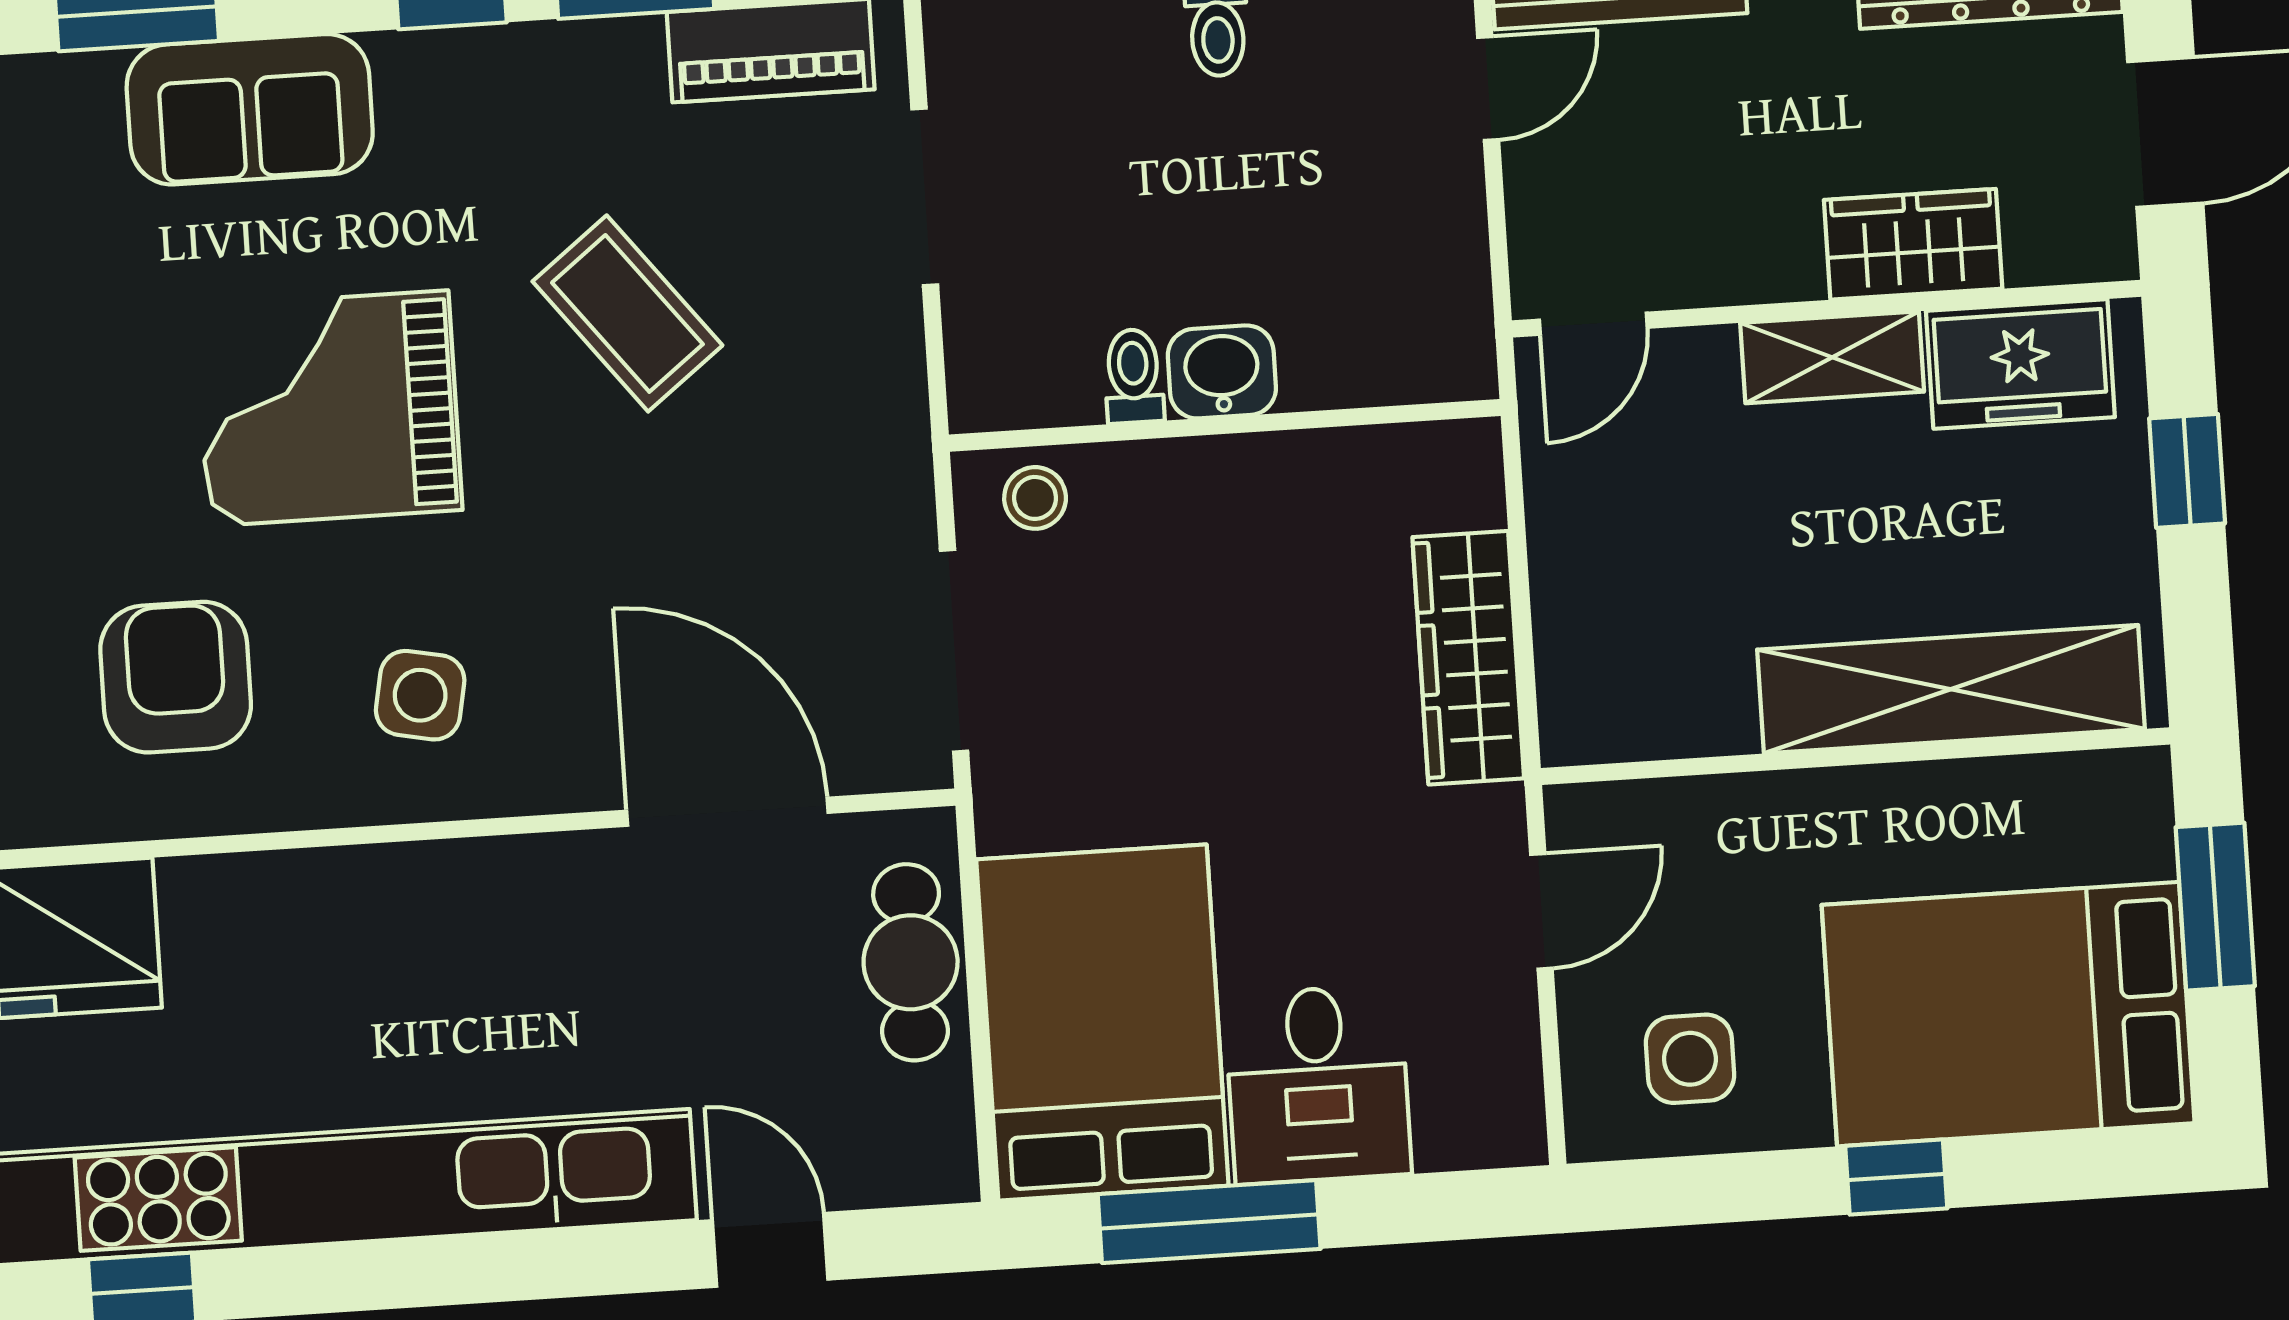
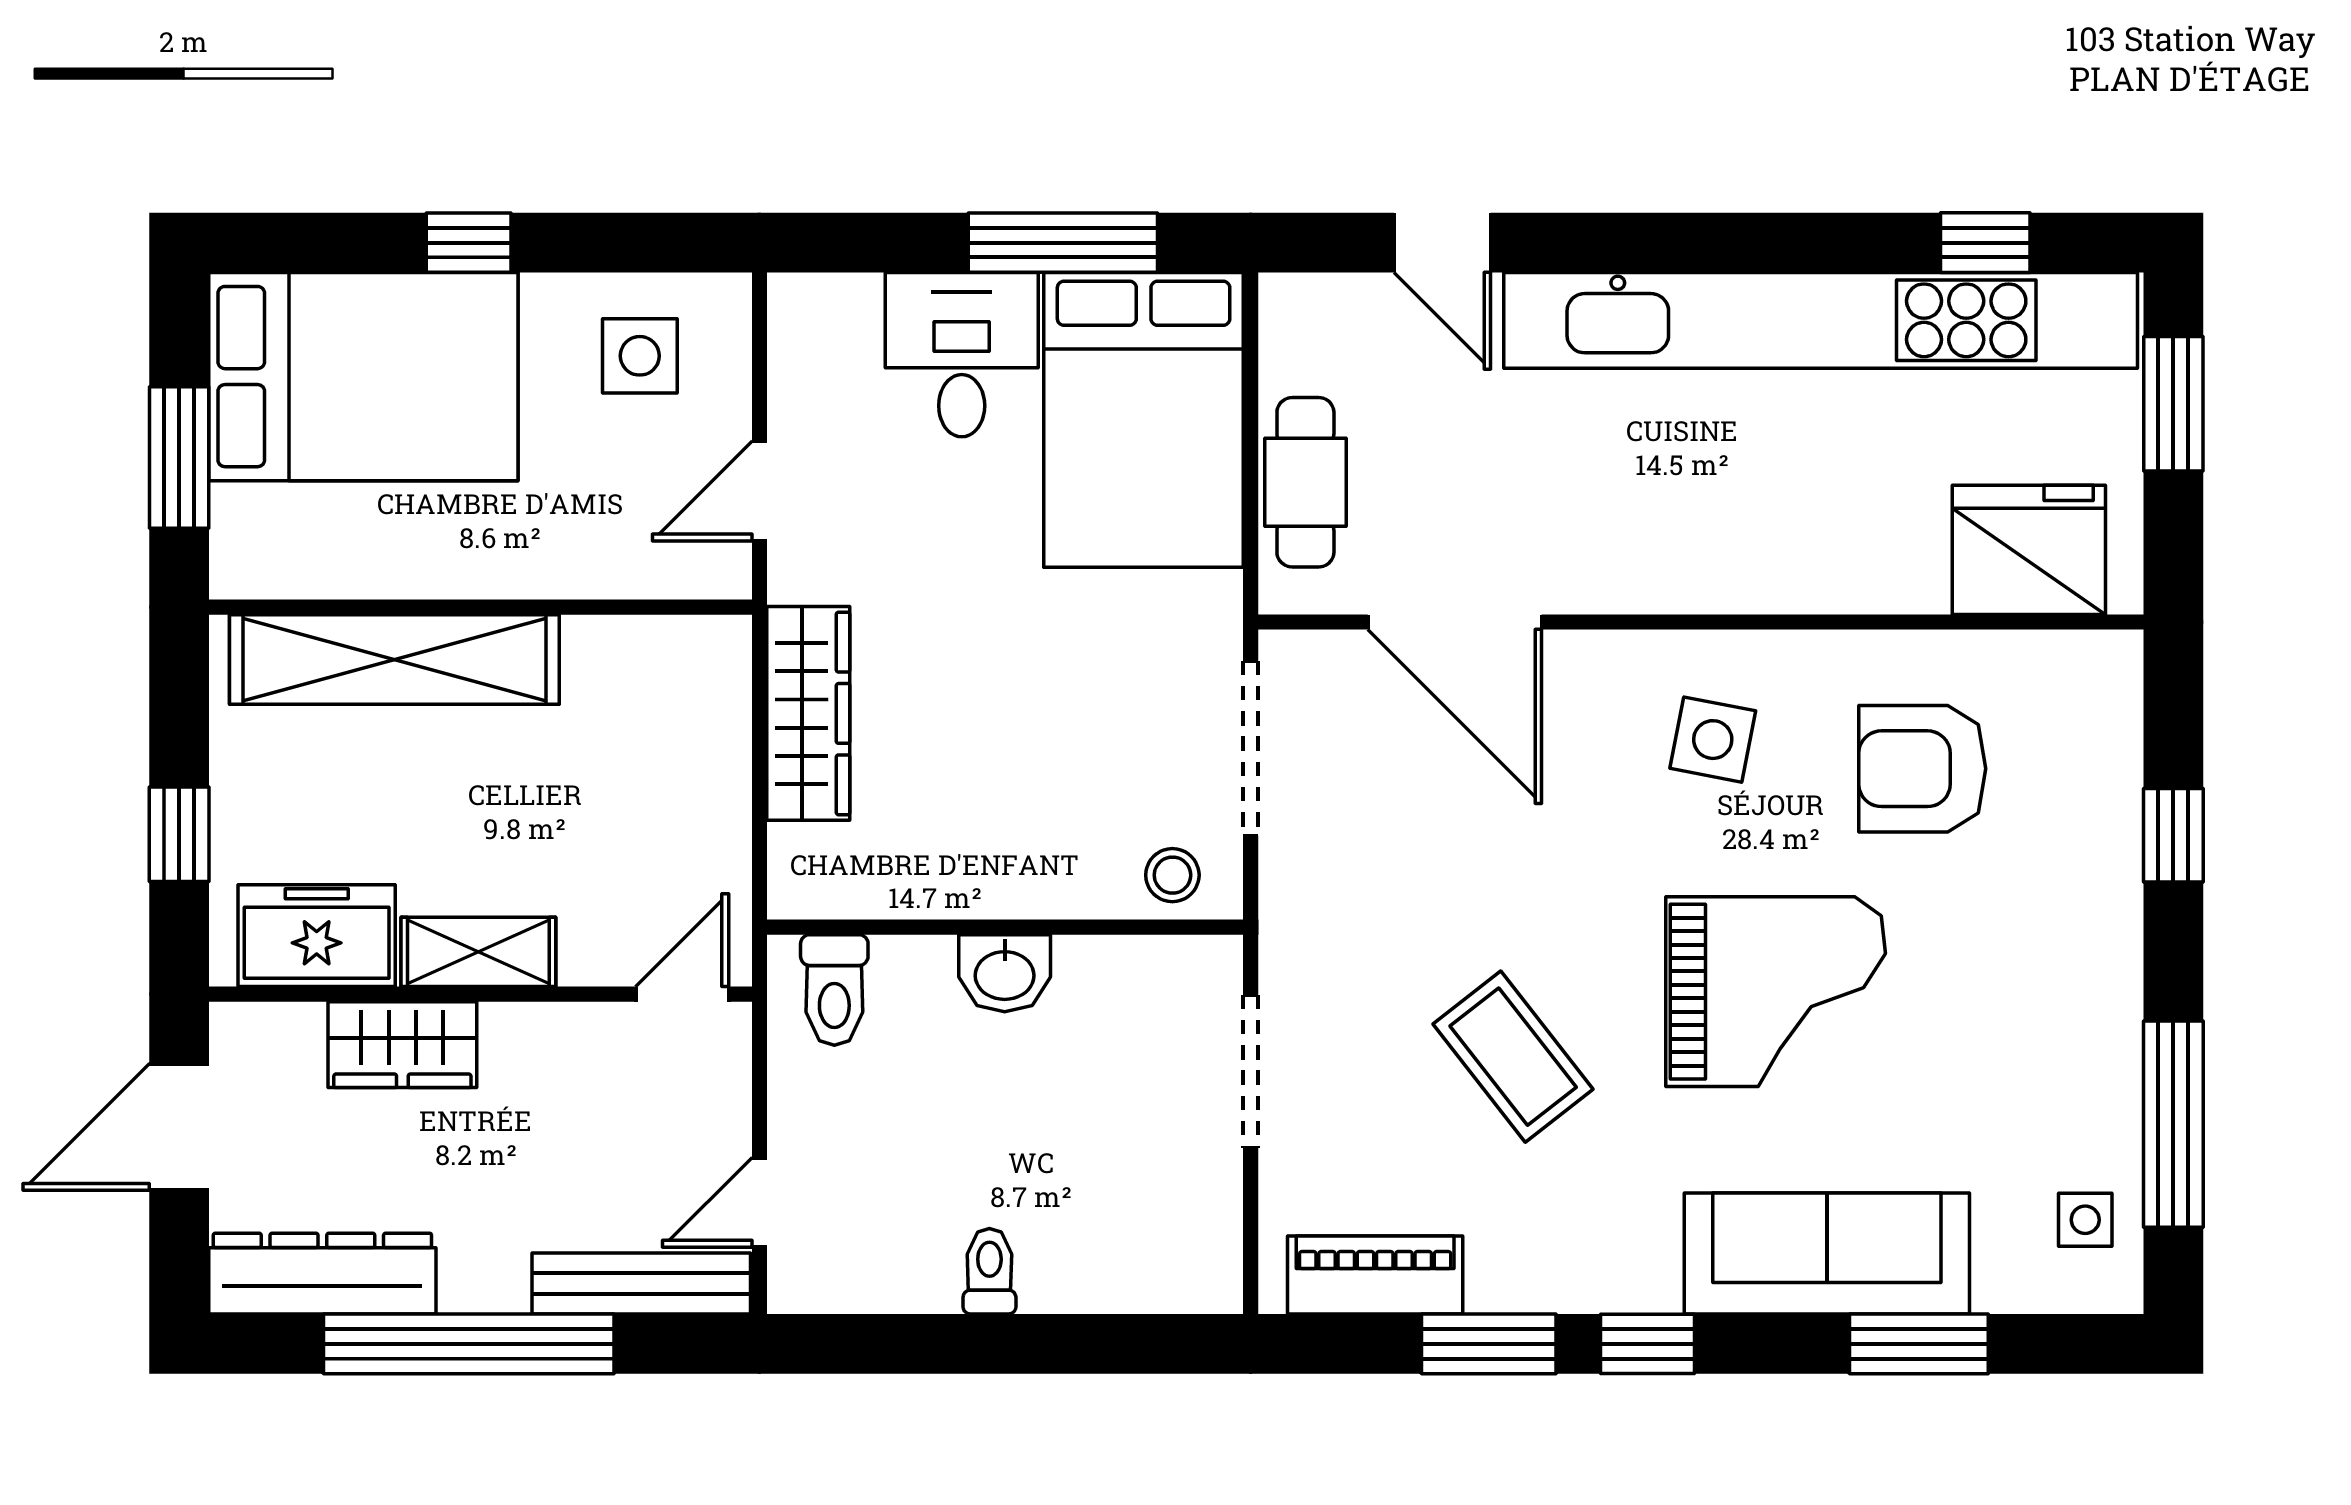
sofa: (250, 109) -> (1827, 1253), width x1.36
doorway: (925, 197) -> (1251, 1071), moved
toilet: (1134, 376) -> (834, 990), moved, width x1.37, depth x1.39
armchair: (176, 677) -> (1922, 769), turned 90

